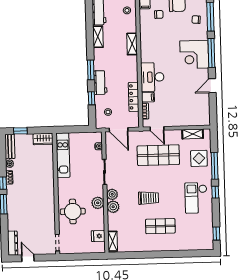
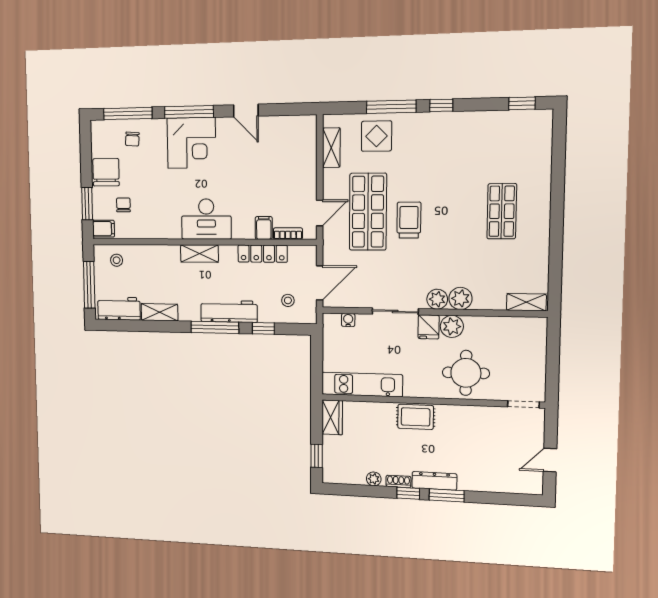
shelving: (132, 44) -> (199, 254), moved
window: (91, 70) -> (215, 327), width x1.44
desk: (152, 77) -> (206, 219), moved
workbench: (100, 83) -> (229, 311), width x1.38
bench: (10, 146) -> (343, 476), removed
rug: (47, 185) -> (416, 417), added
trolley: (149, 198) -> (409, 220), moved
checkout: (196, 198) -> (451, 142), removed
fridge: (98, 236) -> (429, 327), moved
dresser: (13, 243) -> (434, 481), moved

